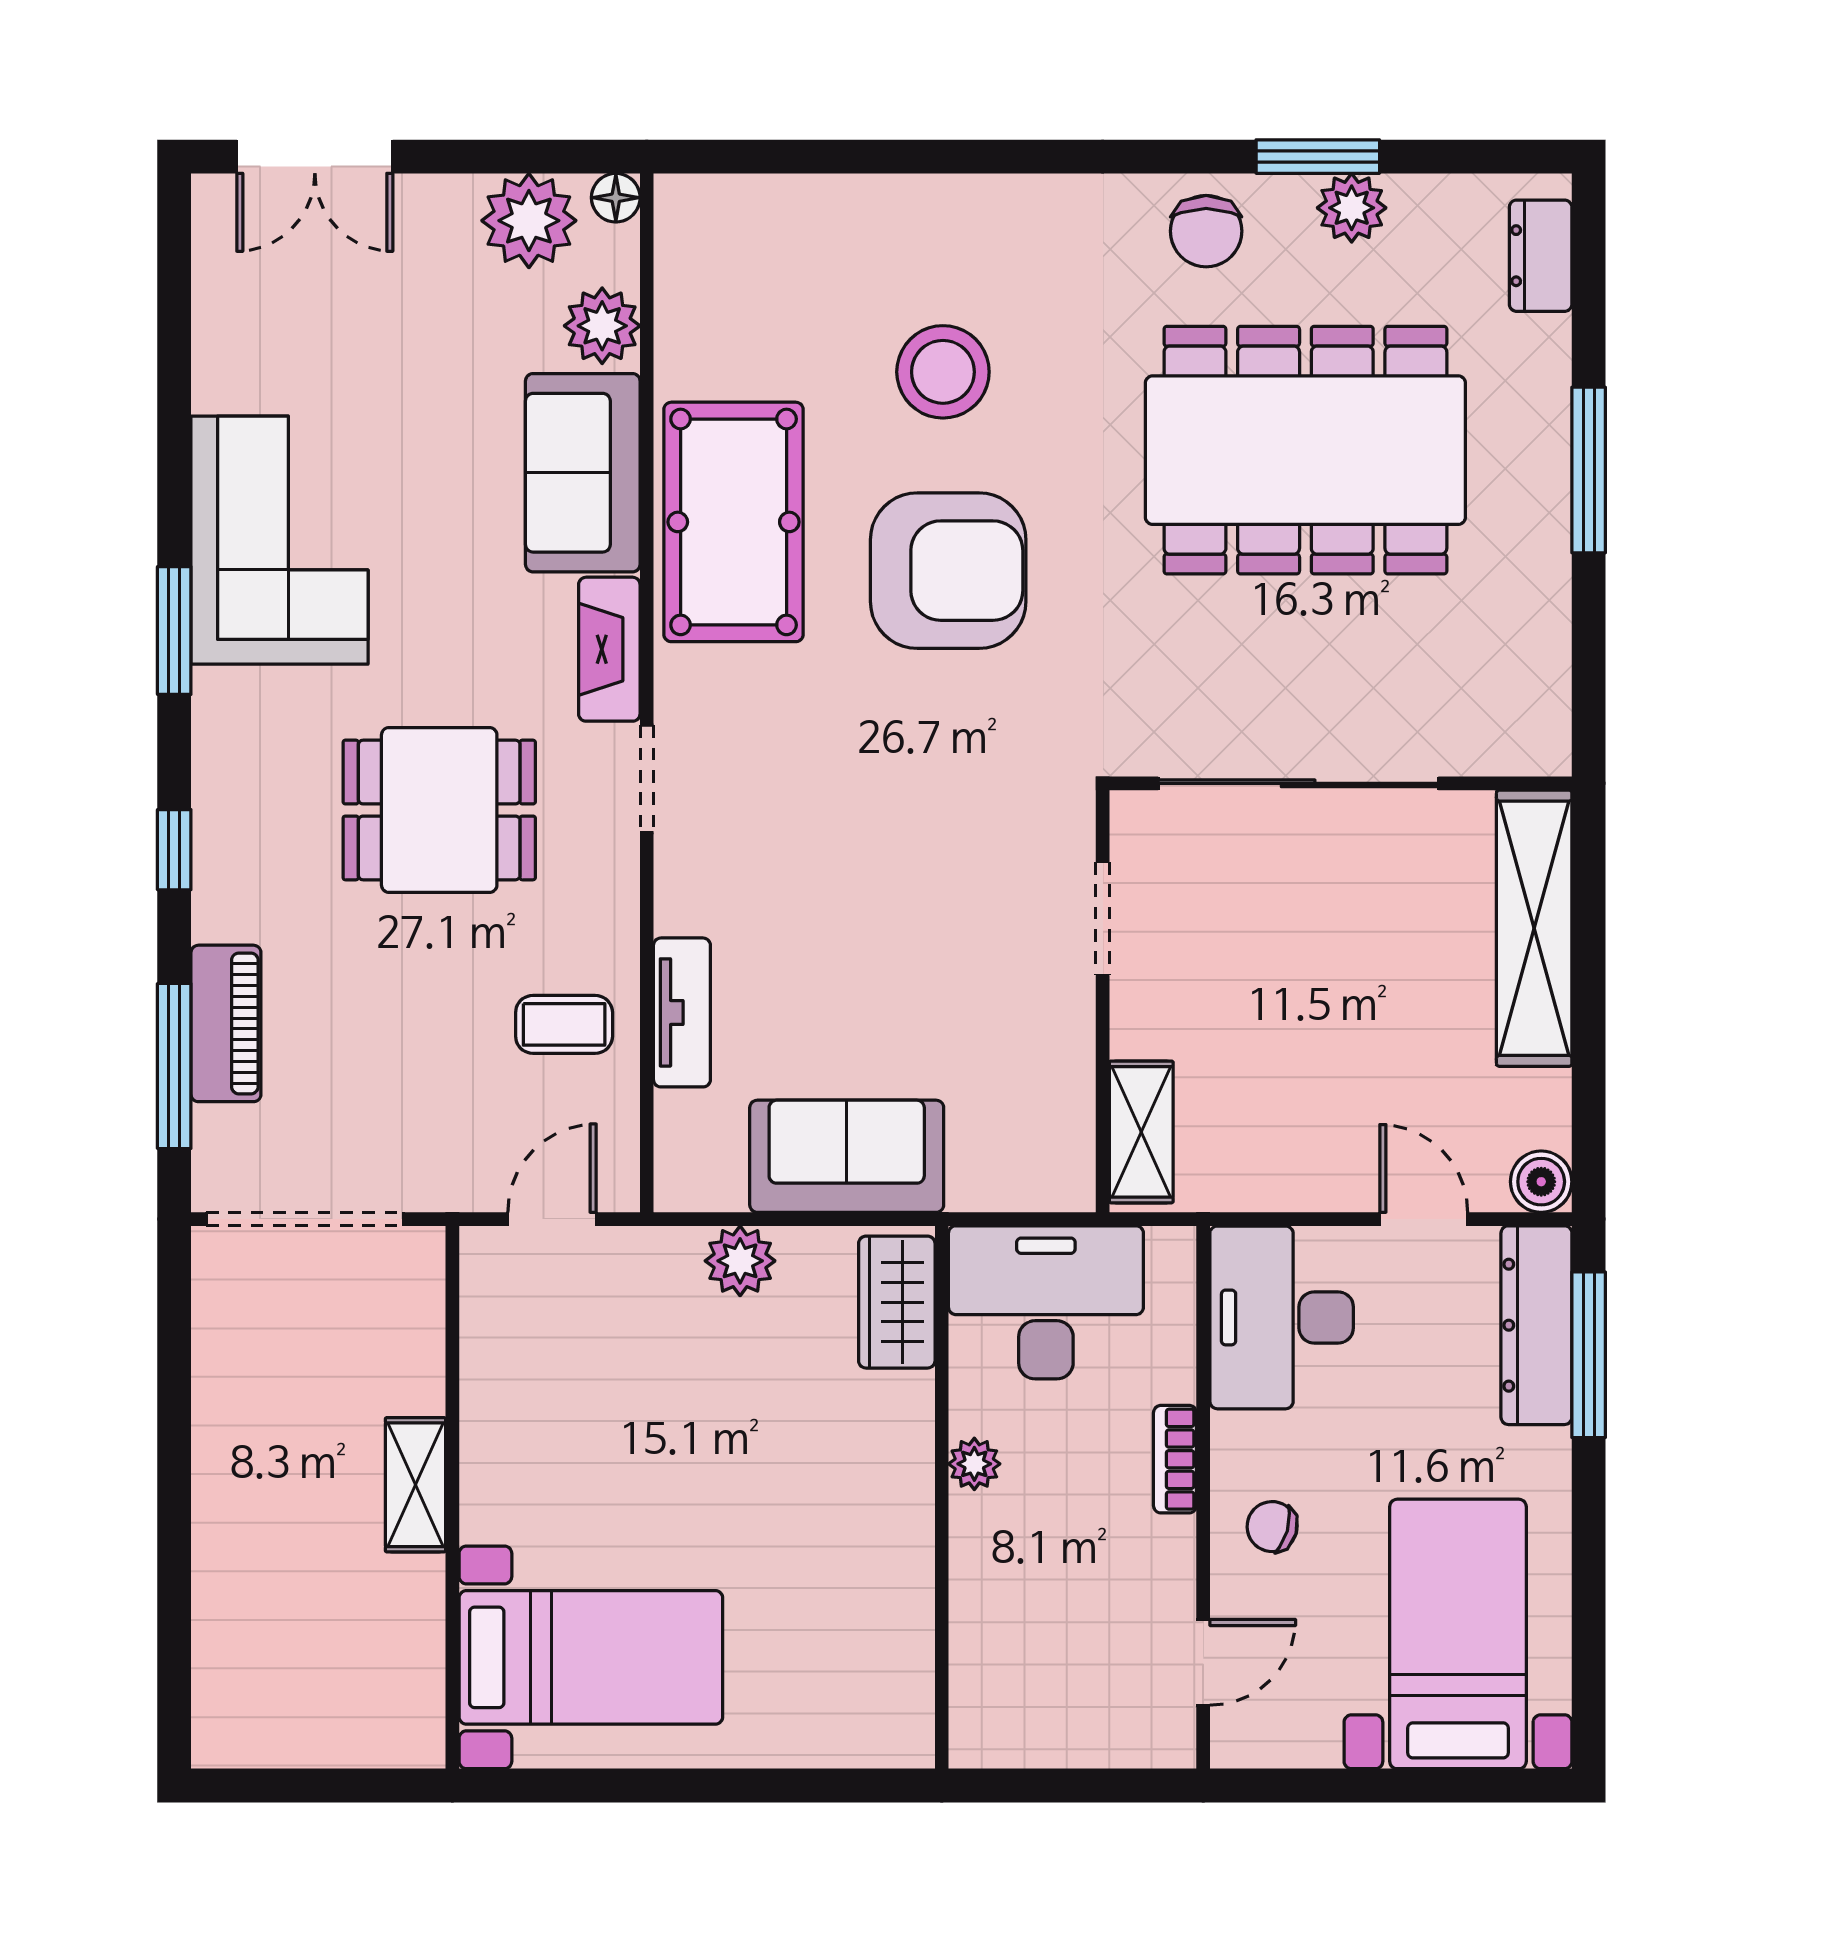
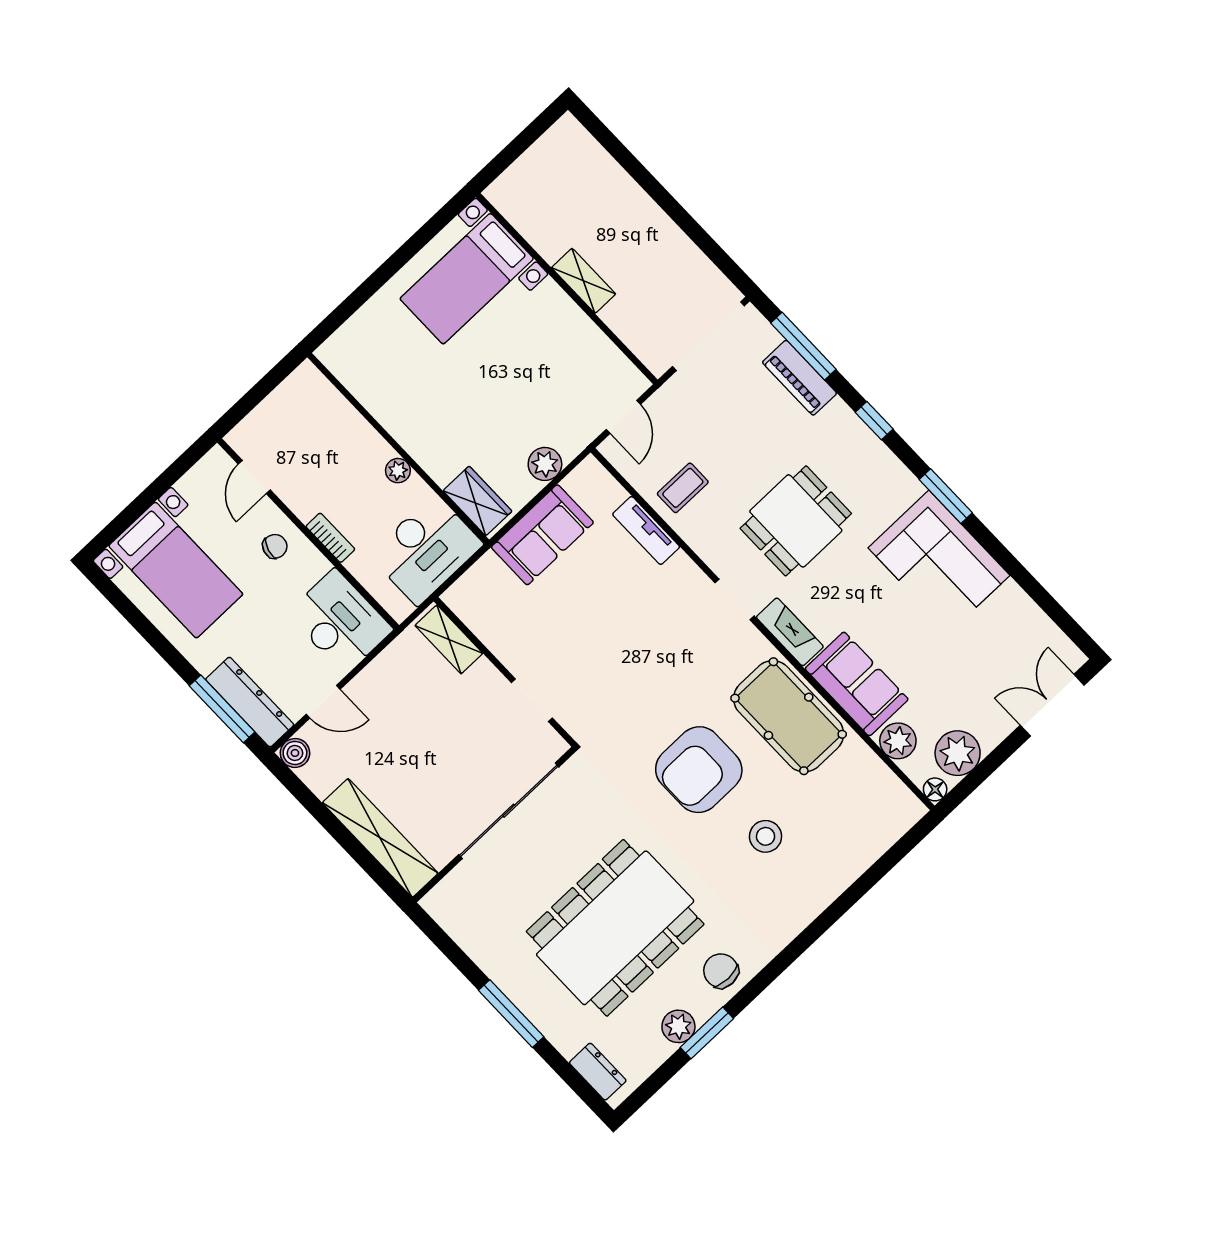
stool: (943, 372) -> (766, 836), width x0.73, depth x0.73

